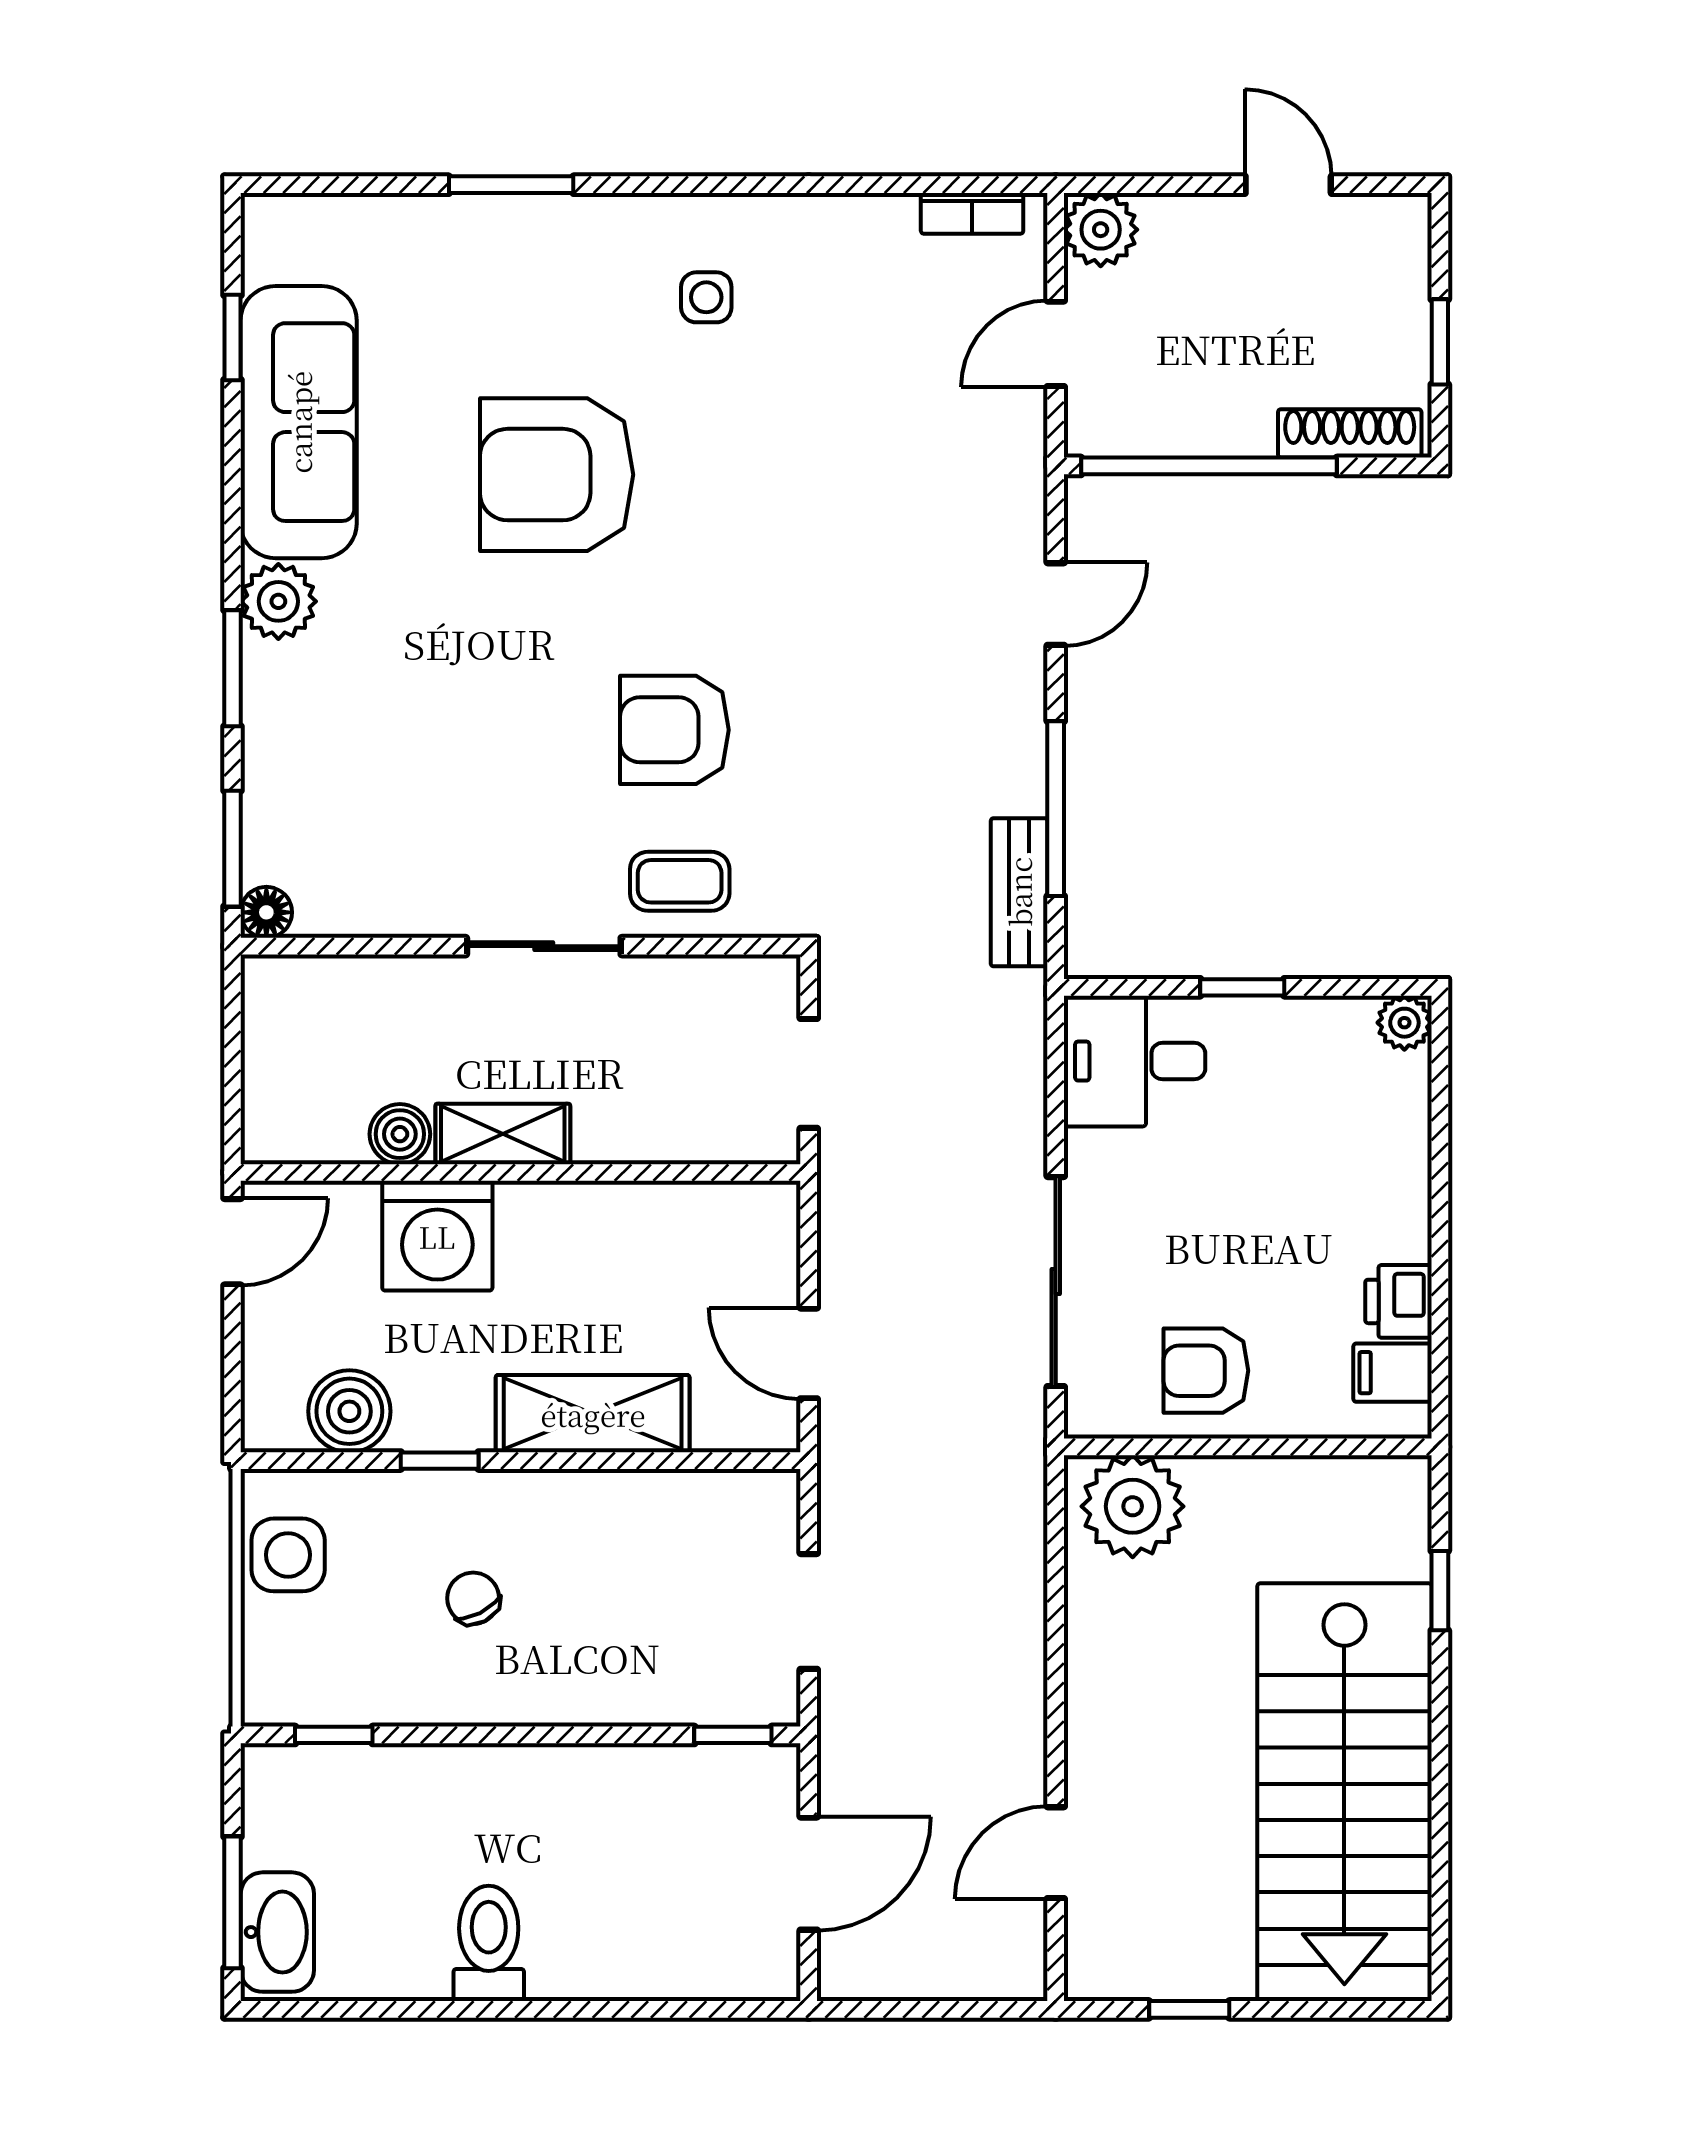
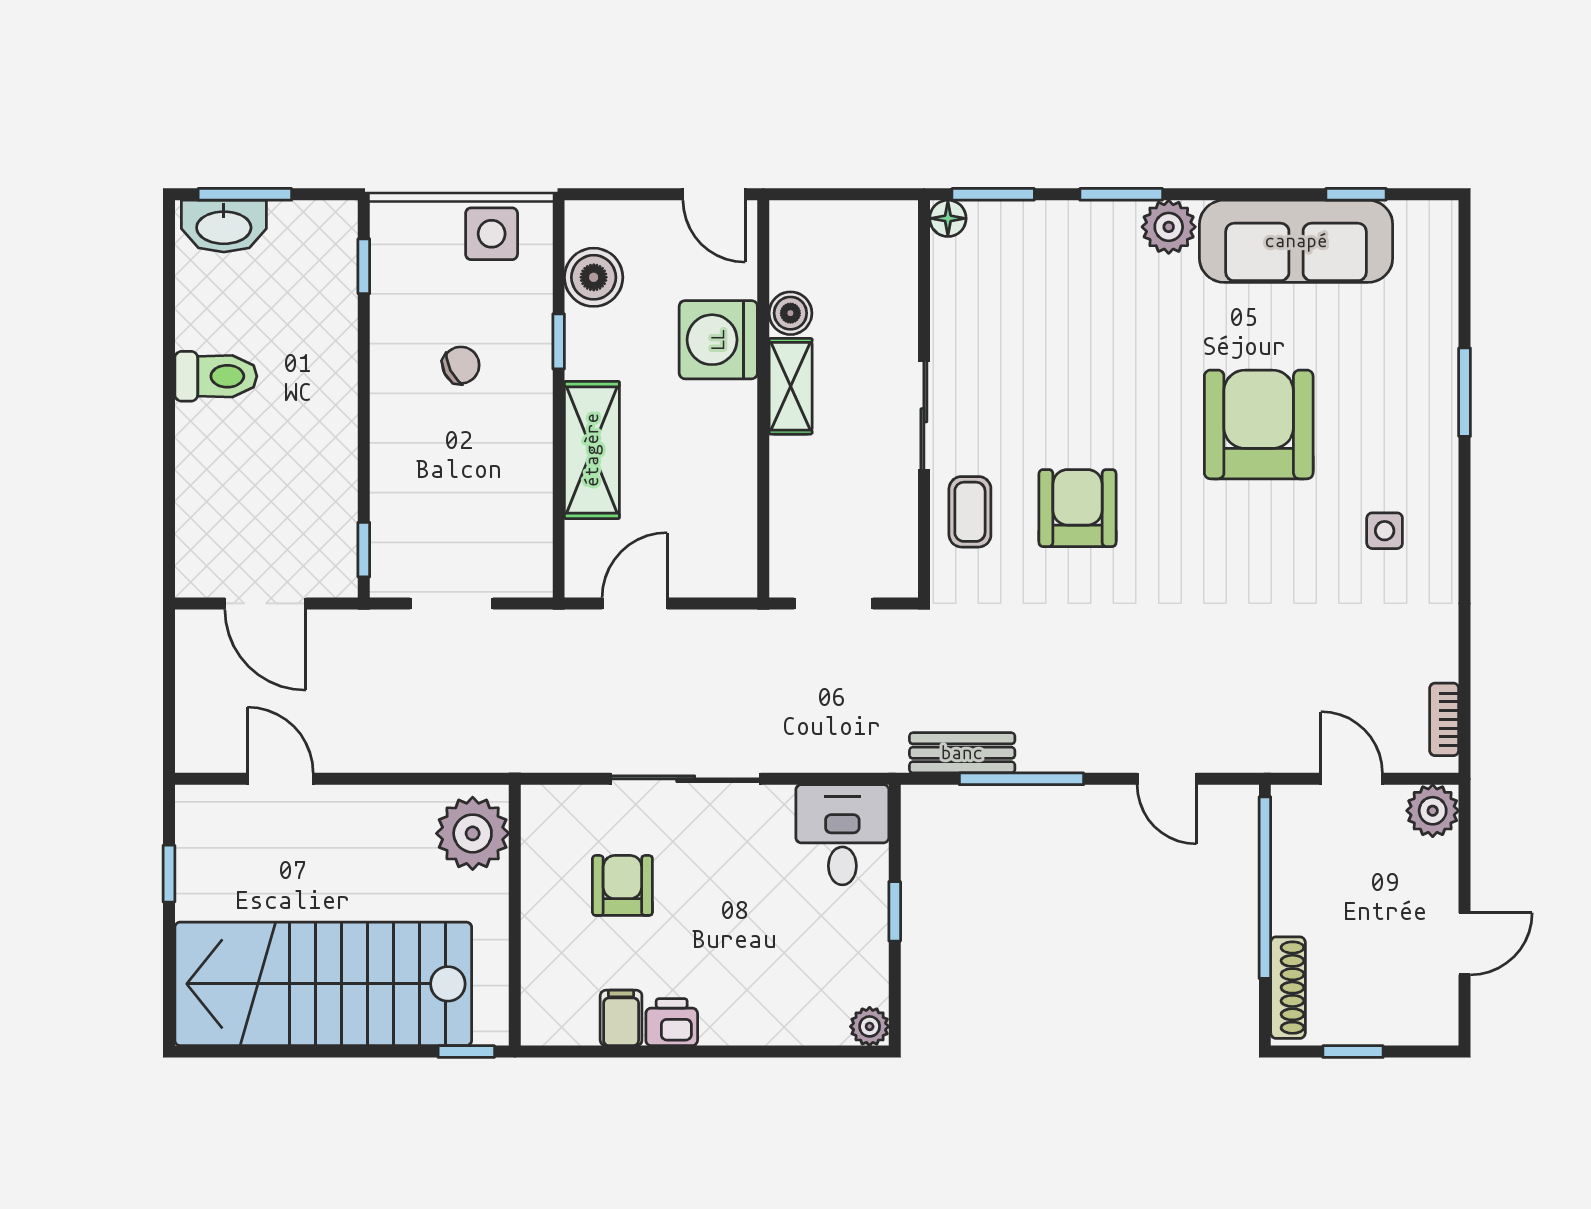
wall: (1248, 1447) -> (515, 915), moved
plant: (1133, 1506) -> (473, 833), moved

